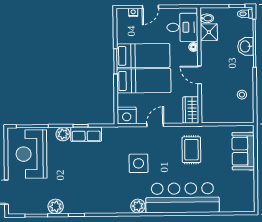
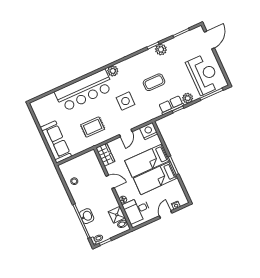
rug: (191, 150) -> (93, 127), turned 90
sofa: (243, 151) -> (56, 142), width x1.36
coffee table: (95, 171) -> (154, 82), added
plant: (56, 206) -> (161, 49), moved

